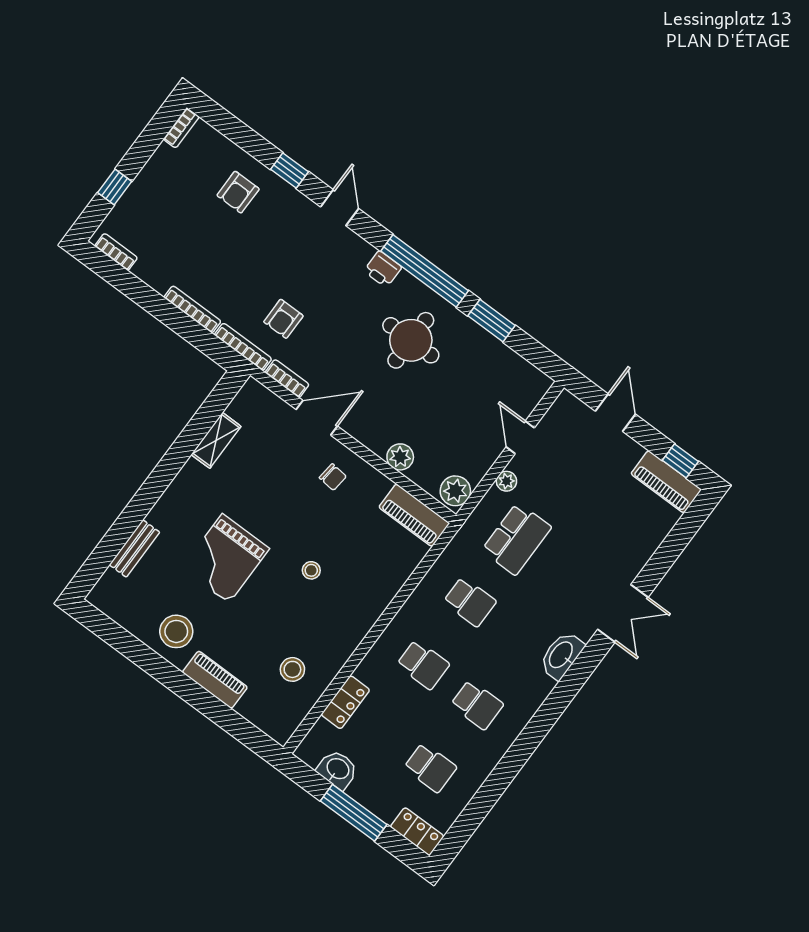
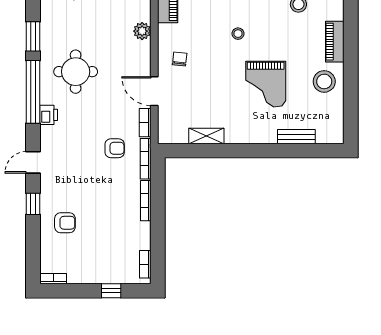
grand piano: (225, 558) -> (266, 84), turned 90

